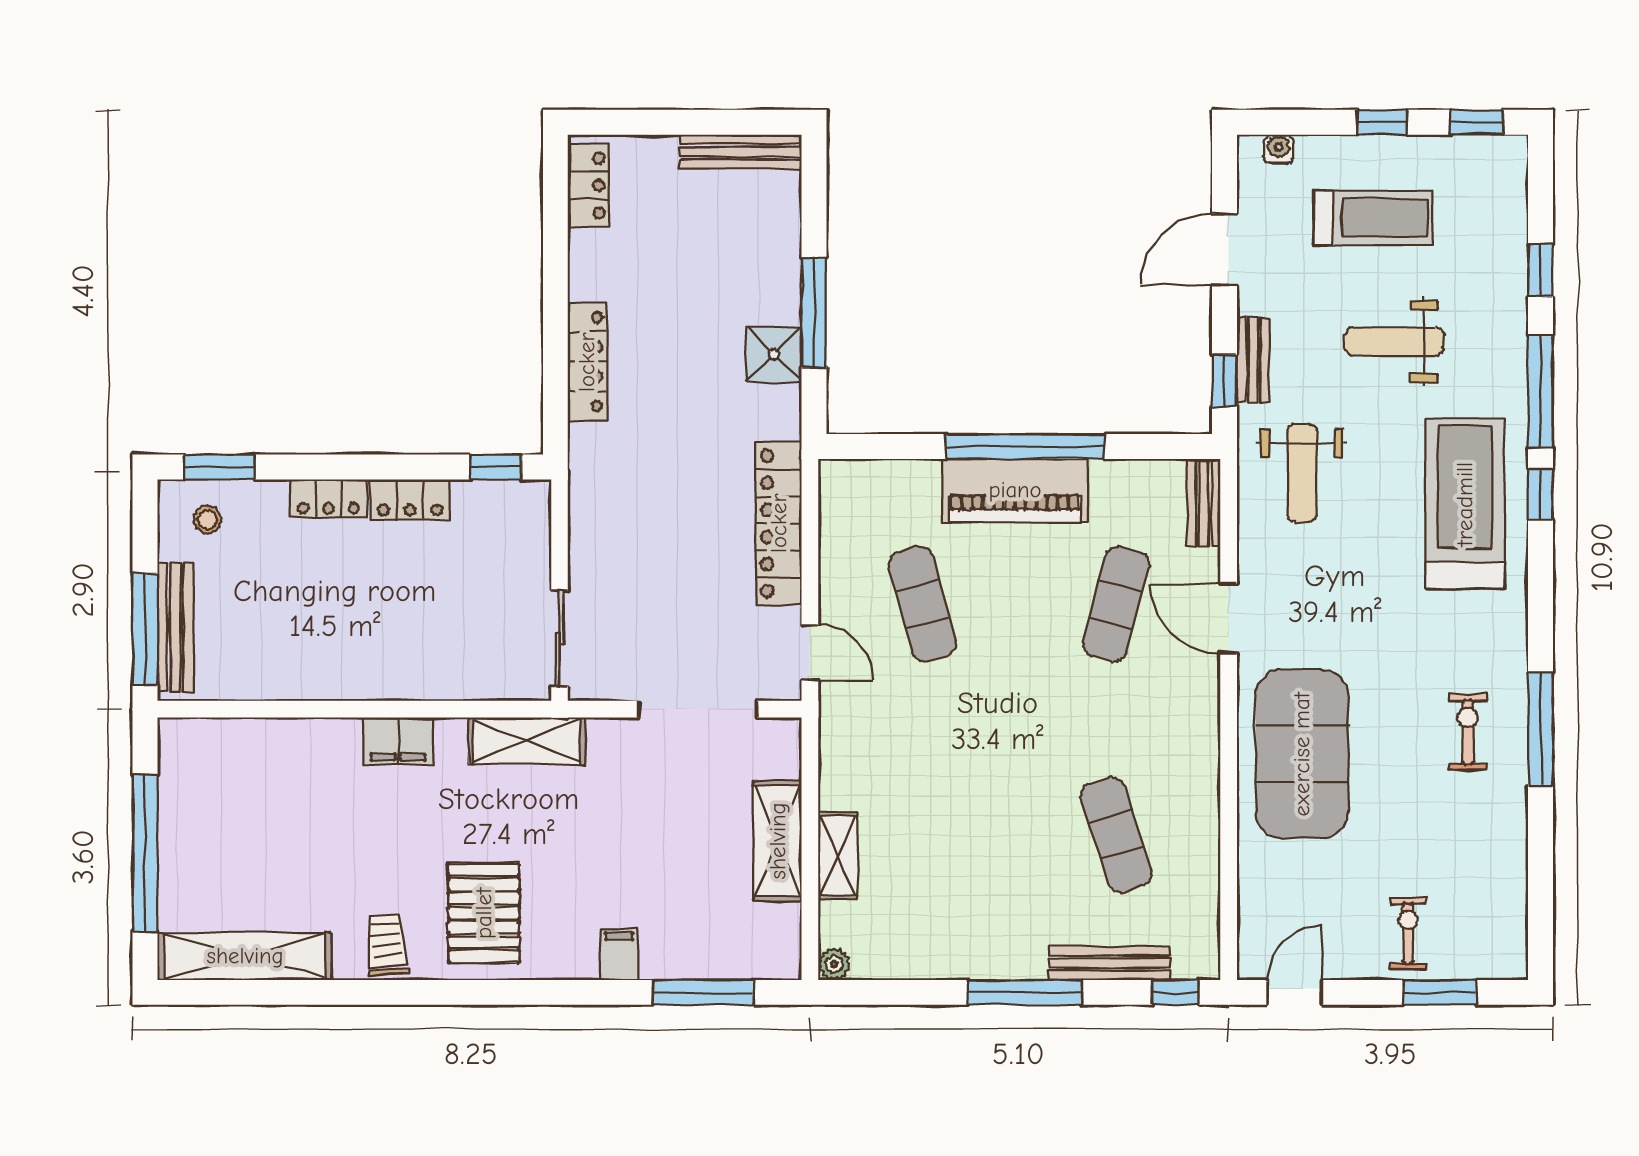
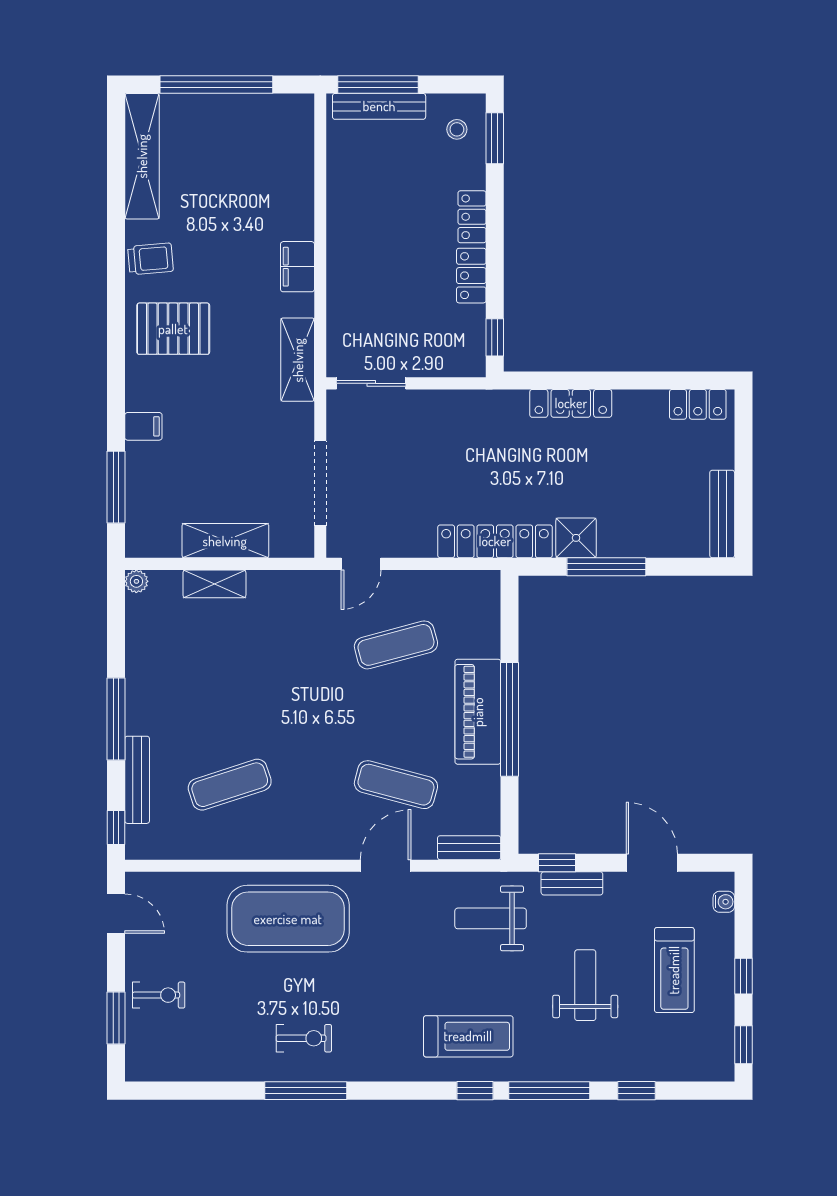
treadmill: (1465, 504) -> (468, 1036), width x0.73, depth x0.73
locker: (779, 523) -> (495, 541), moved

